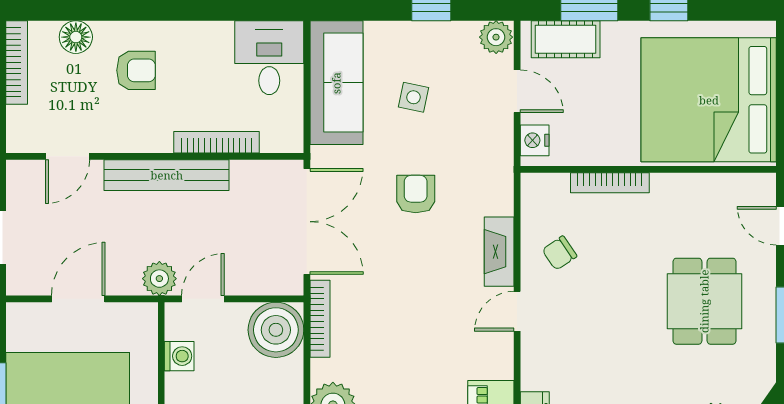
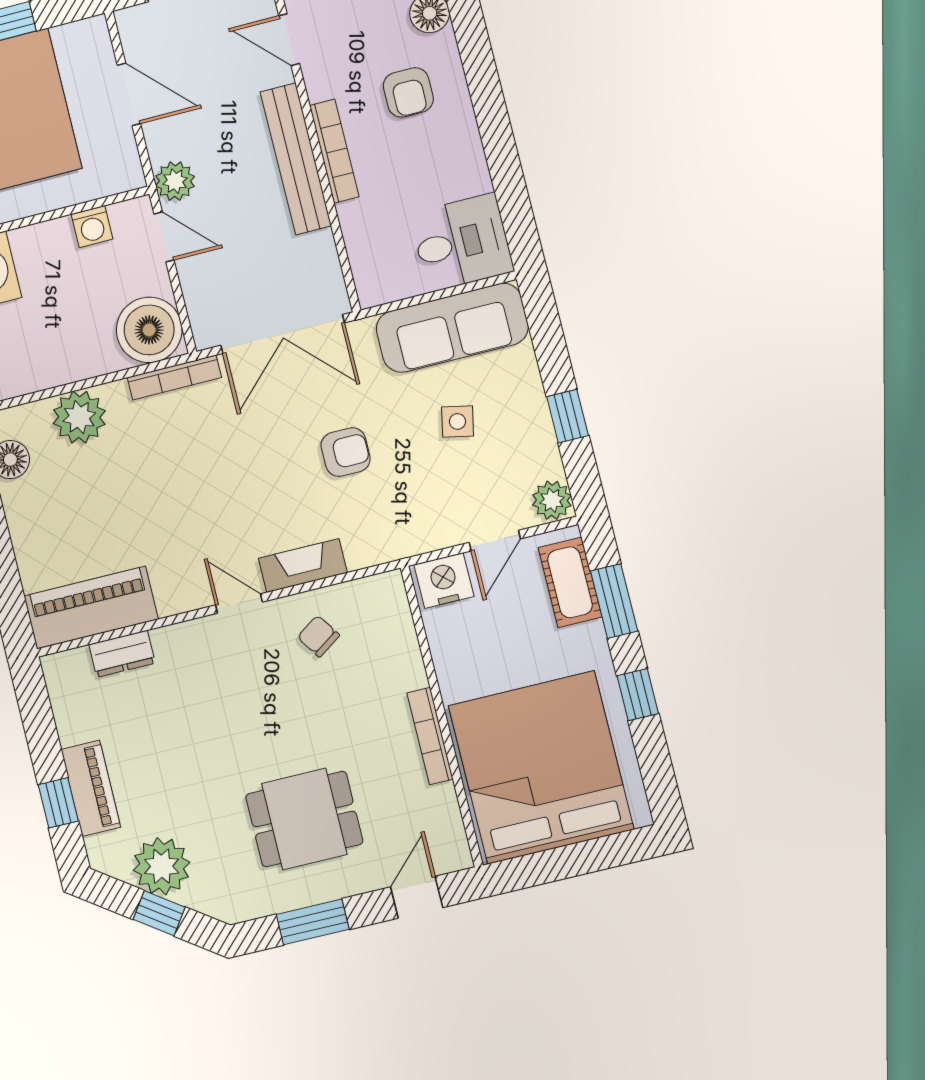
nightstand: (535, 140) -> (444, 581), width x1.36, depth x1.33
bookcase: (216, 142) -> (334, 151), moved
bookcase: (610, 183) -> (430, 736), moved

